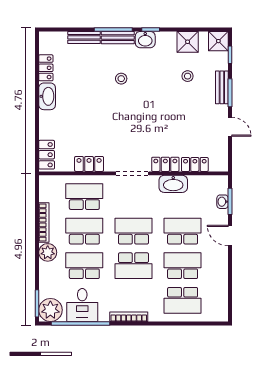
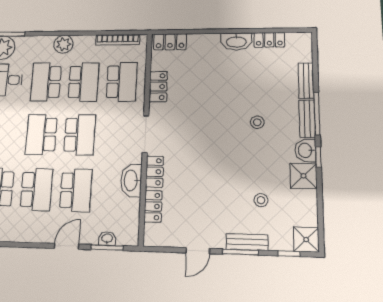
shower: (188, 42) -> (303, 176), moved
bookcase: (44, 222) -> (118, 40), moved
school desk: (84, 266) -> (46, 82), turned 180

